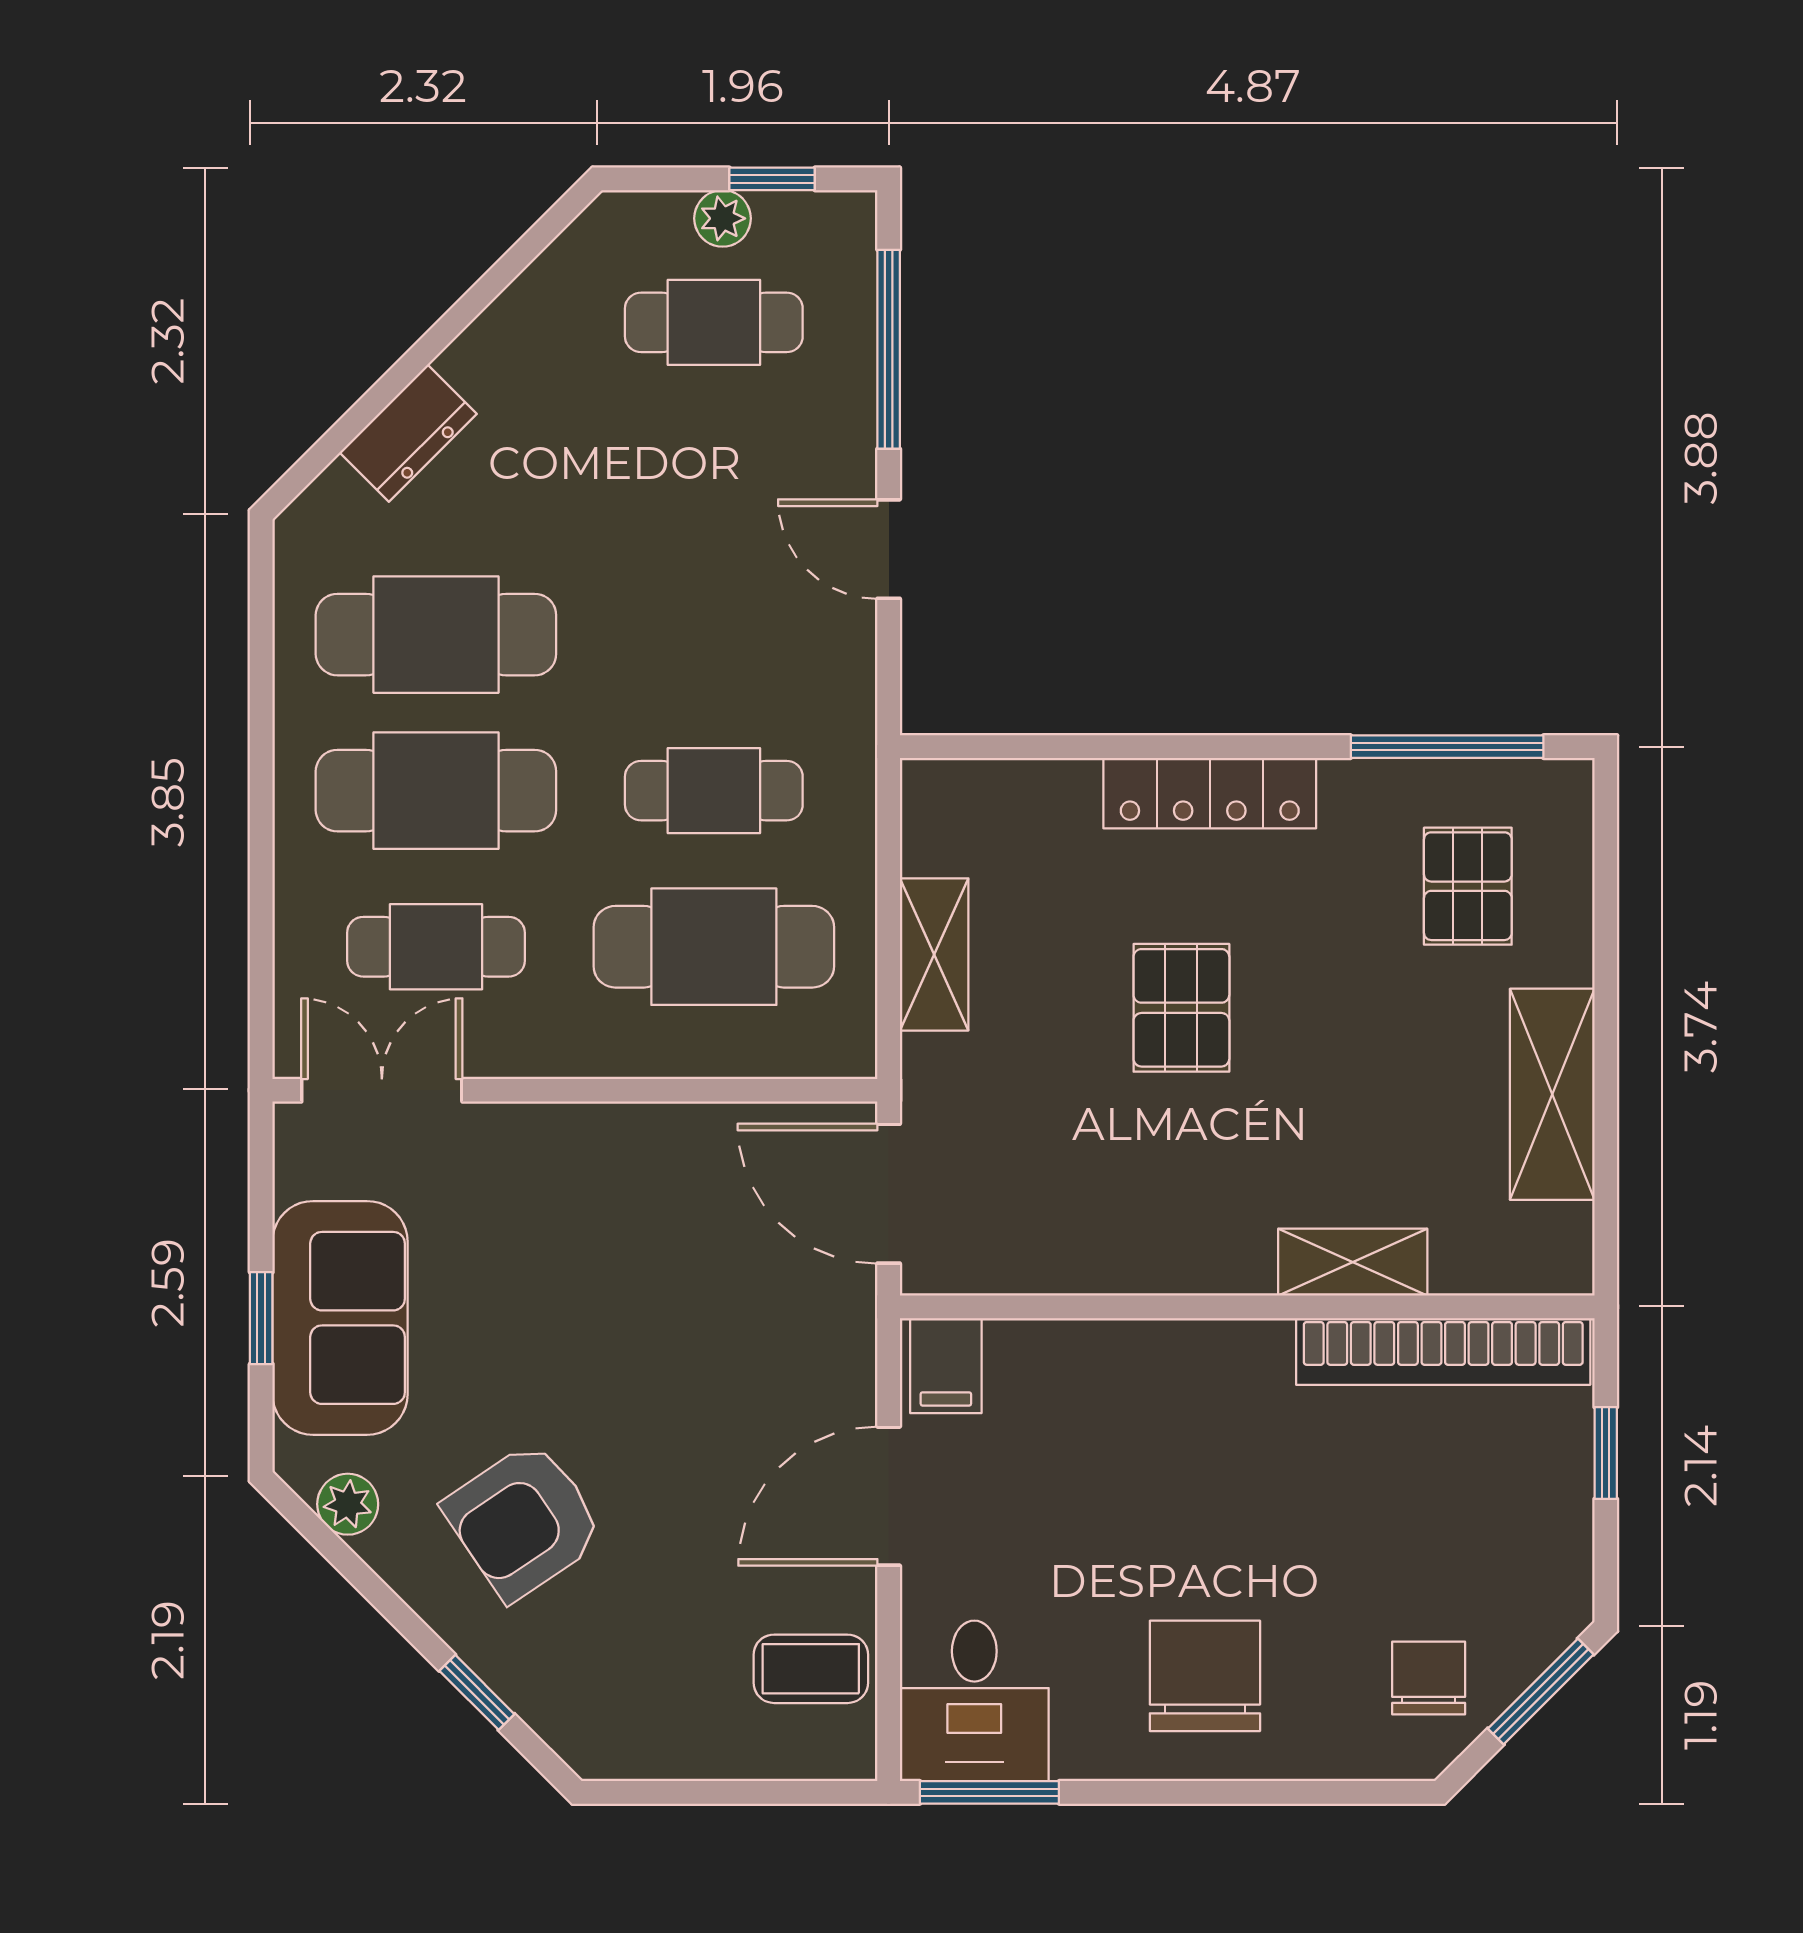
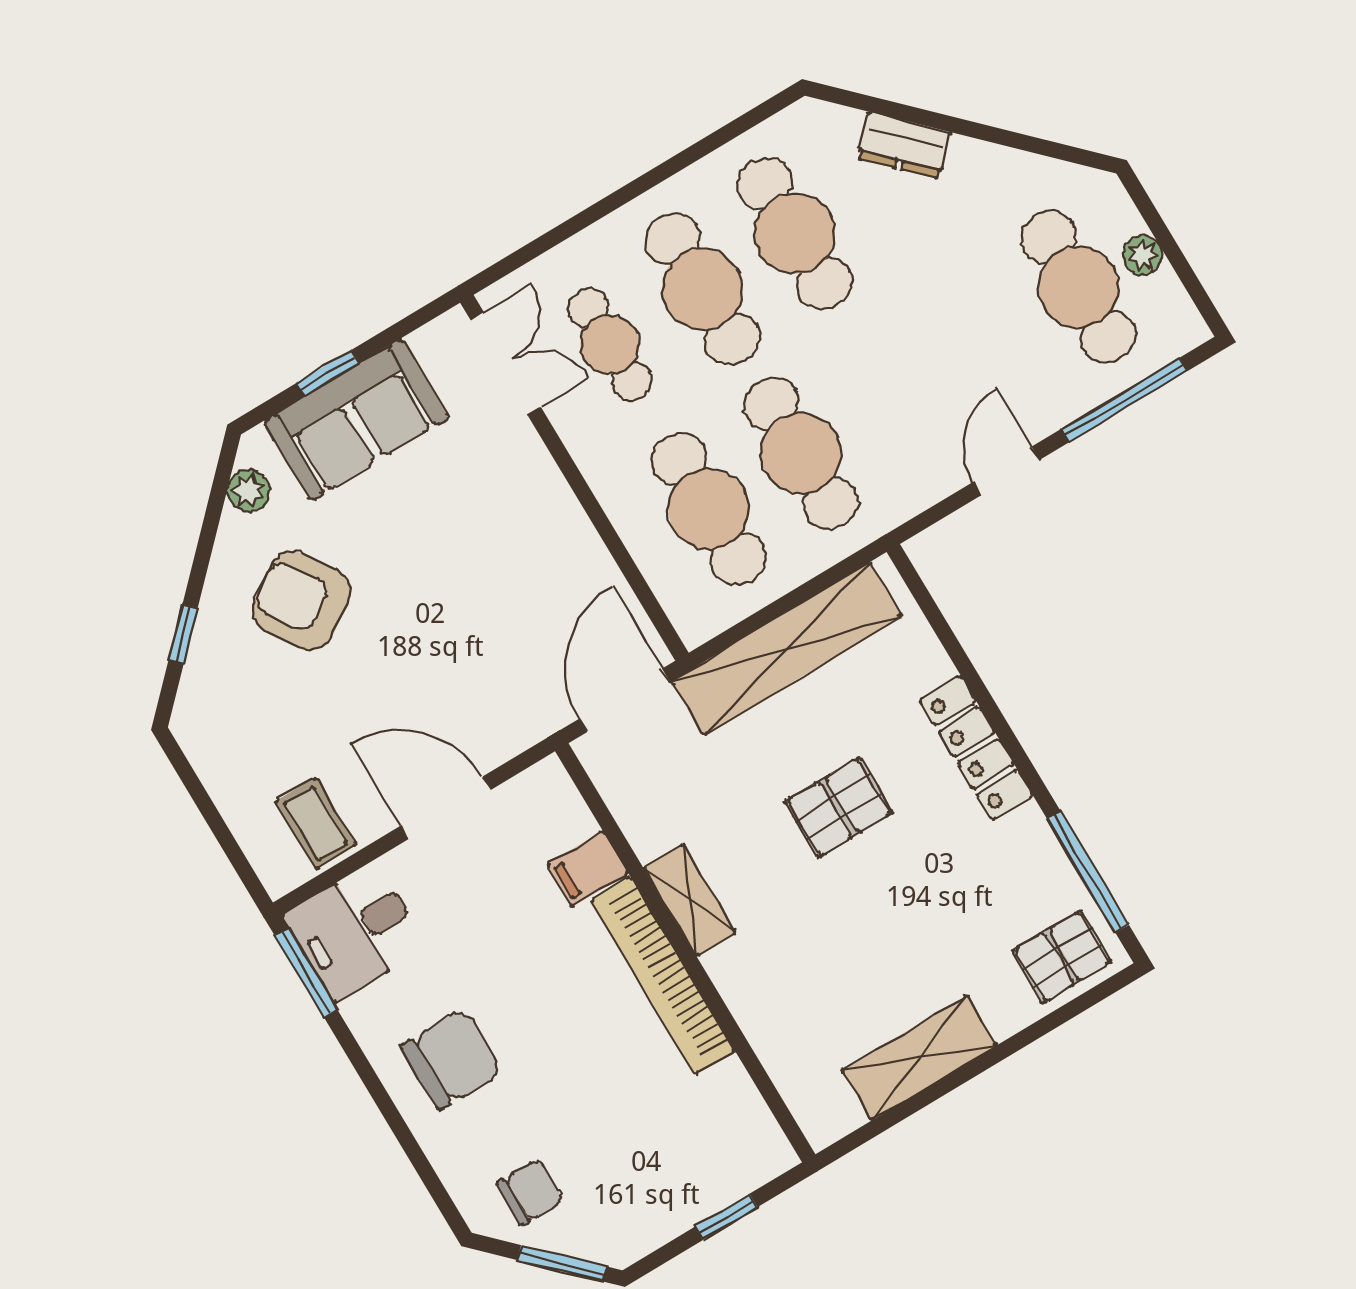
window: (772, 179) -> (1184, 270), removed
cafe table: (714, 322) -> (1078, 287), width x1.37, depth x1.35
cafe table: (714, 791) -> (801, 453), width x1.37, depth x1.35
pallet: (1468, 886) -> (1062, 957), moved
shelving: (934, 954) -> (787, 649), width x2.20, depth x1.33
shelving: (1353, 1262) -> (690, 900), moved
bookcase: (1443, 1351) -> (663, 976), moved
filing cabinet: (946, 1366) -> (587, 869), moved

